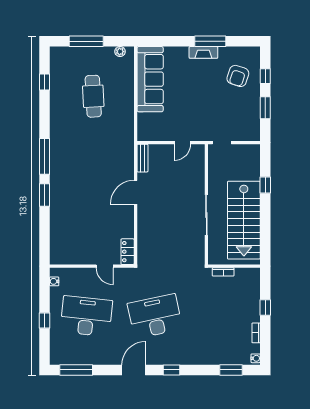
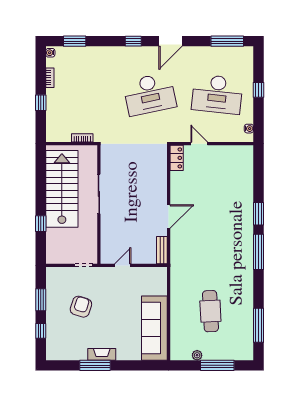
plant: (120, 52) -> (197, 355), moved
armchair: (238, 76) -> (81, 307), moved
window: (45, 82) -> (258, 325), width x2.17

